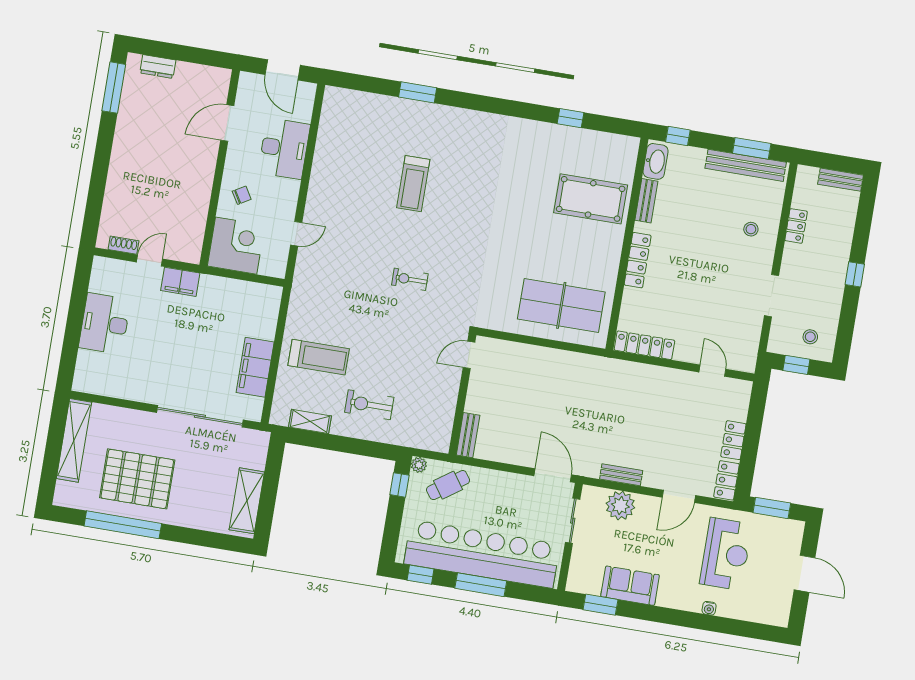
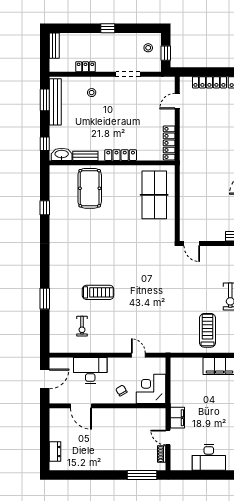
window: (114, 88) -> (142, 475), moved
exercise bike: (410, 279) -> (82, 326), moved
locker: (733, 440) -> (209, 82), width x1.53

